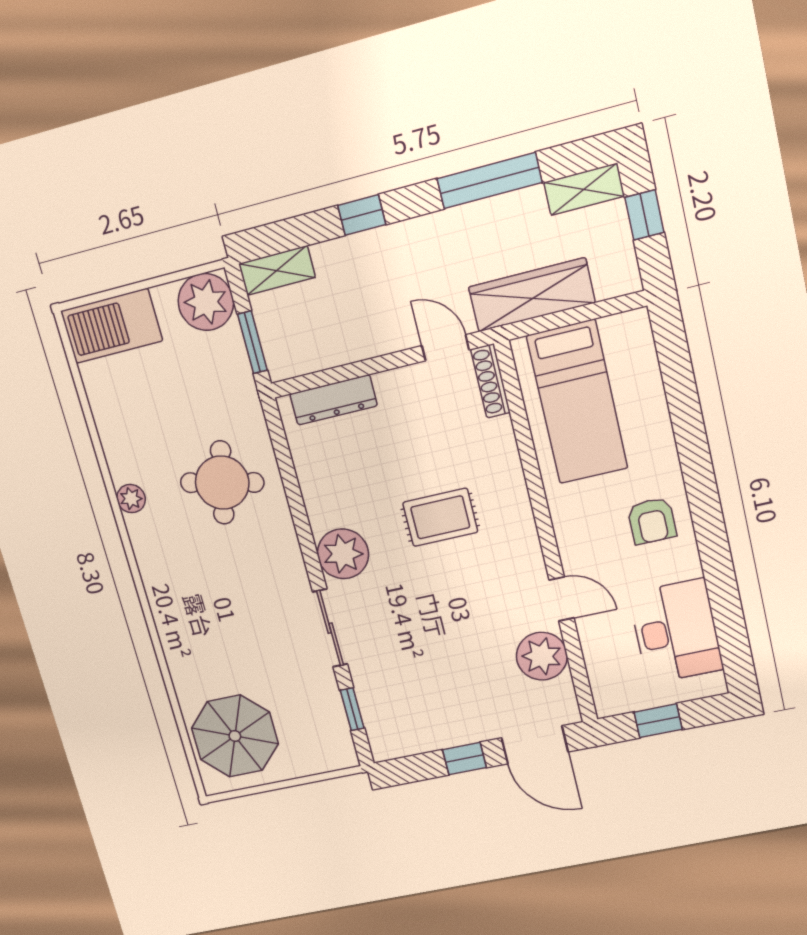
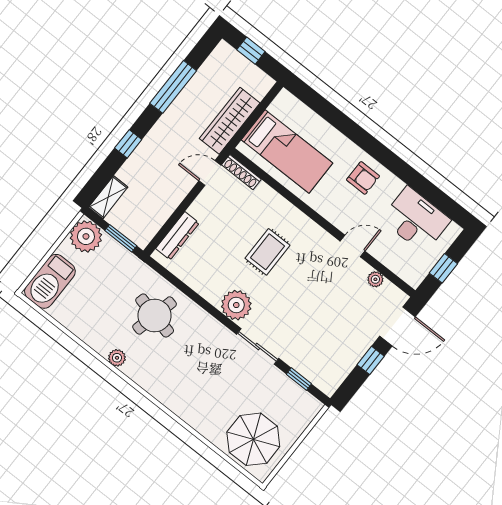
shelving: (584, 189) -> (217, 60), removed
plant: (542, 656) -> (375, 279), width x0.53, depth x0.53

